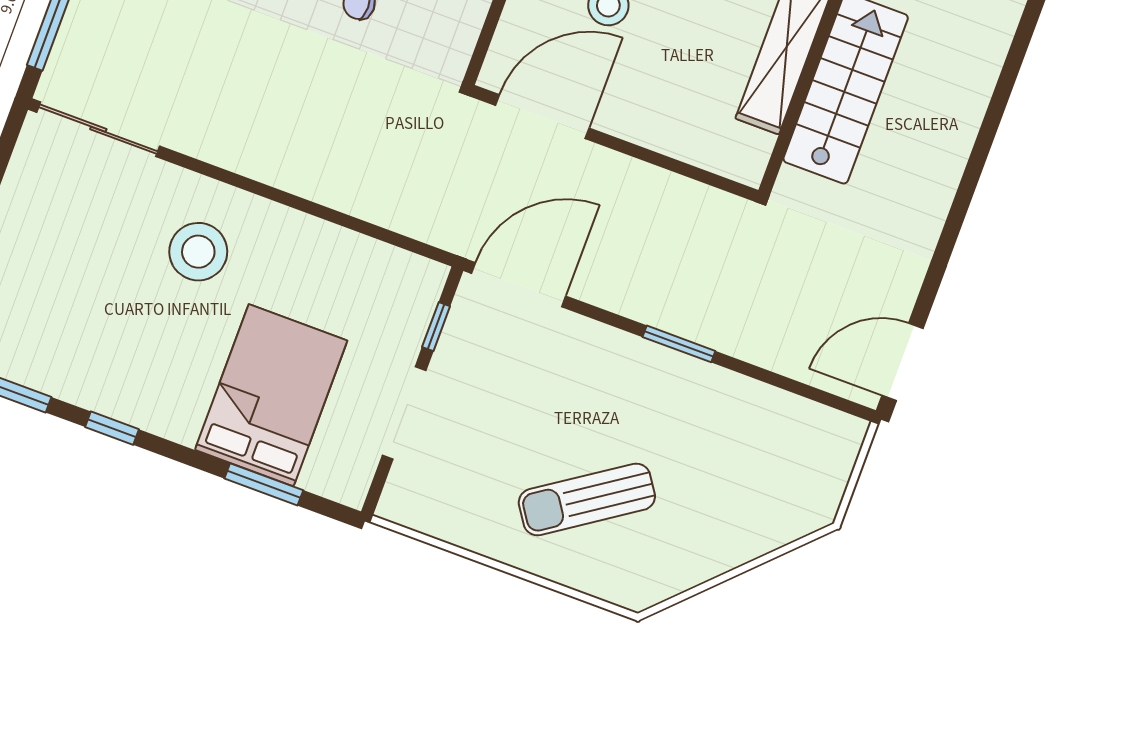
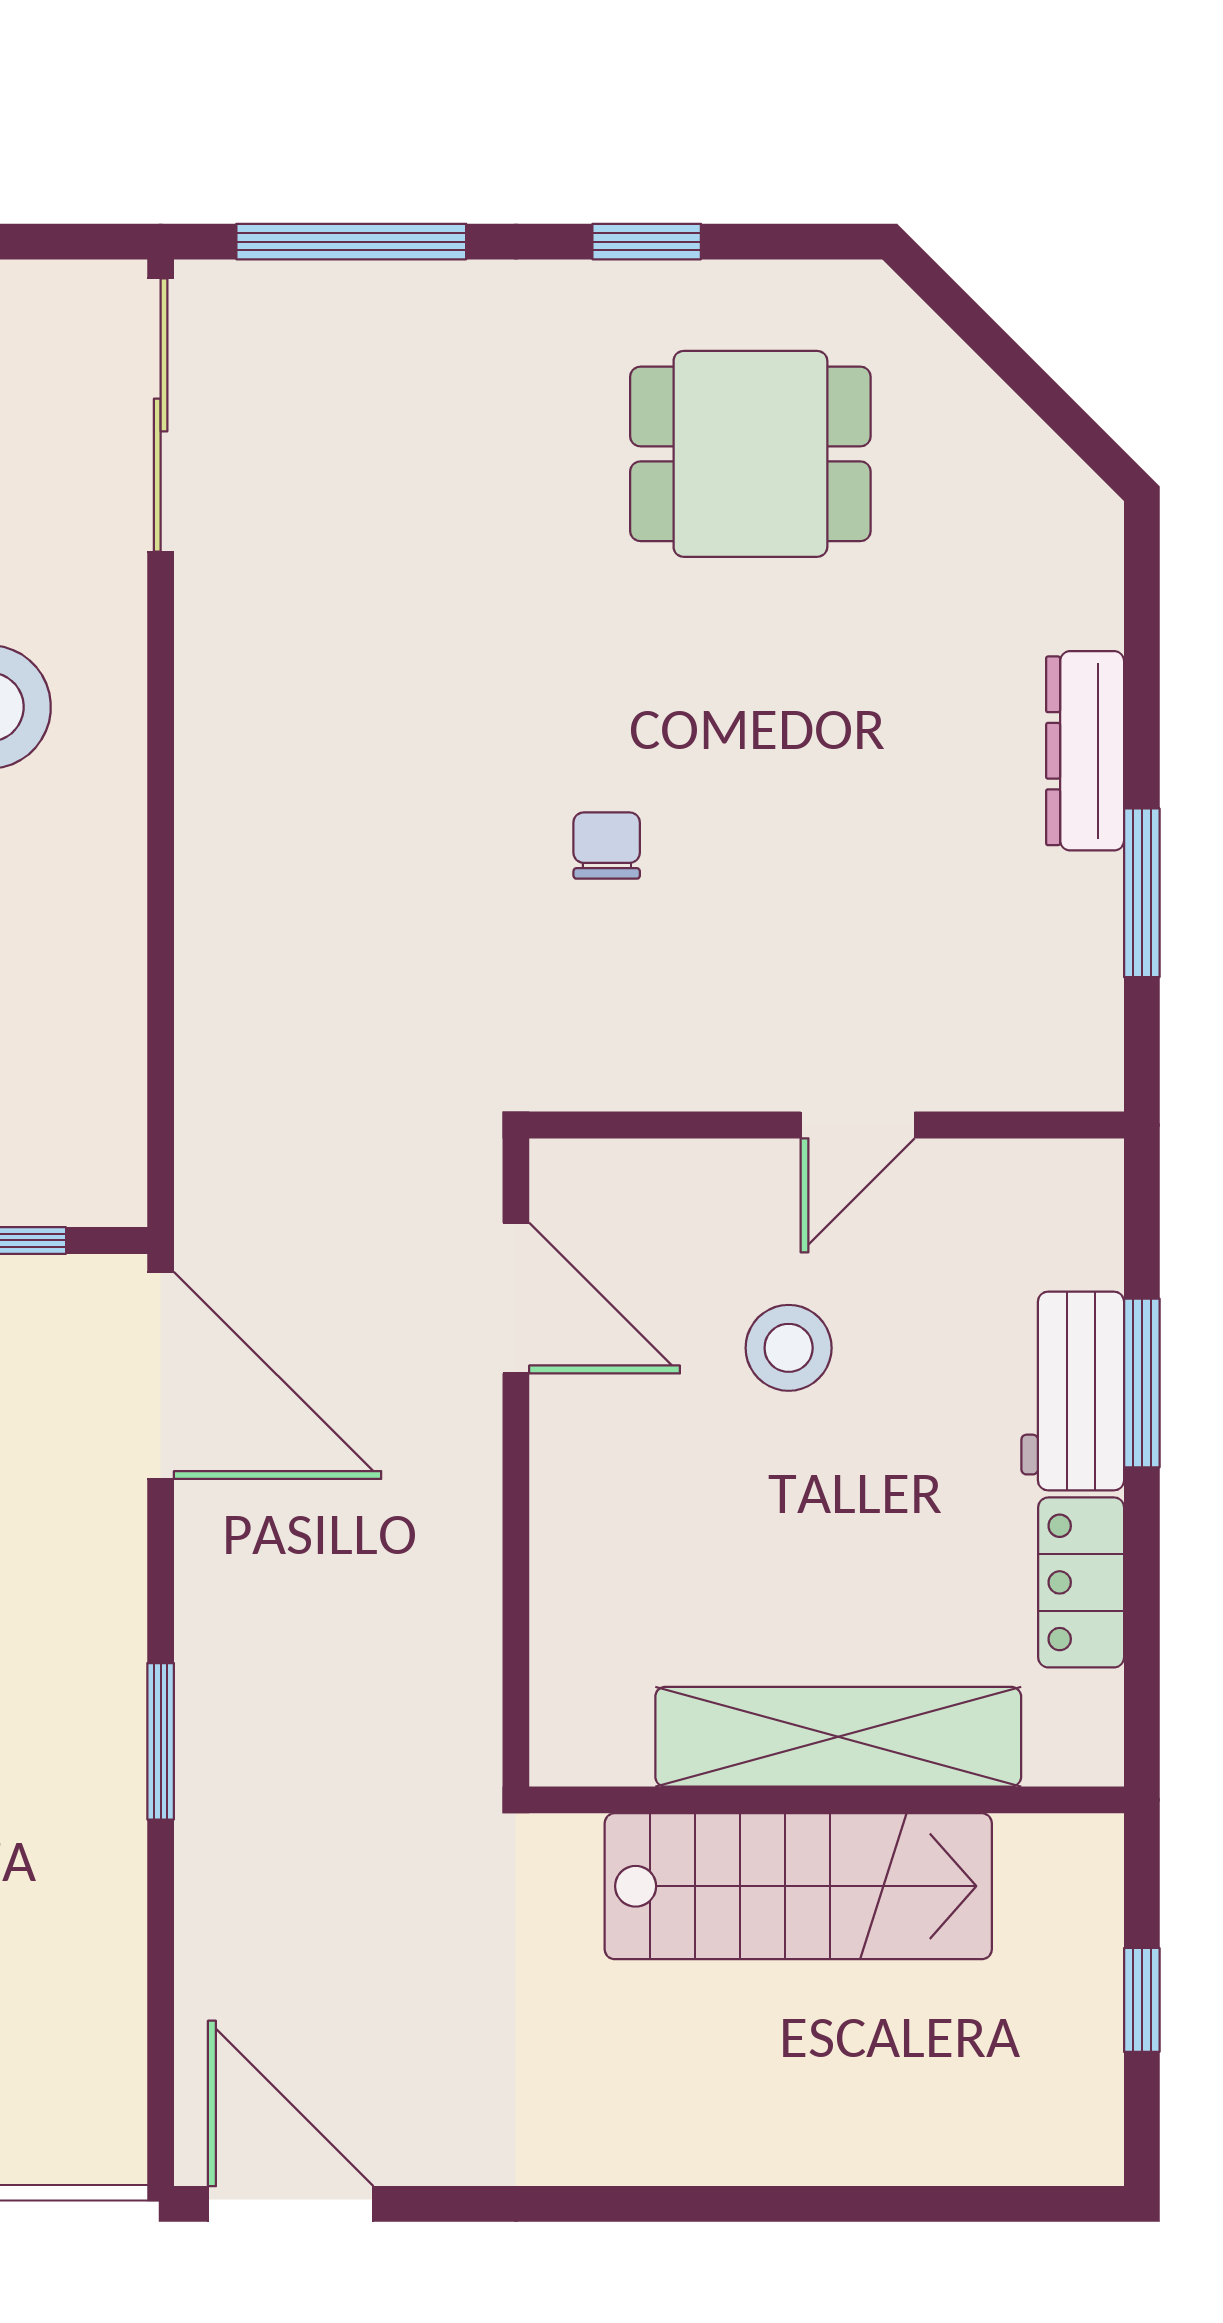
door: (542, 117) -> (516, 1298), width x0.73

